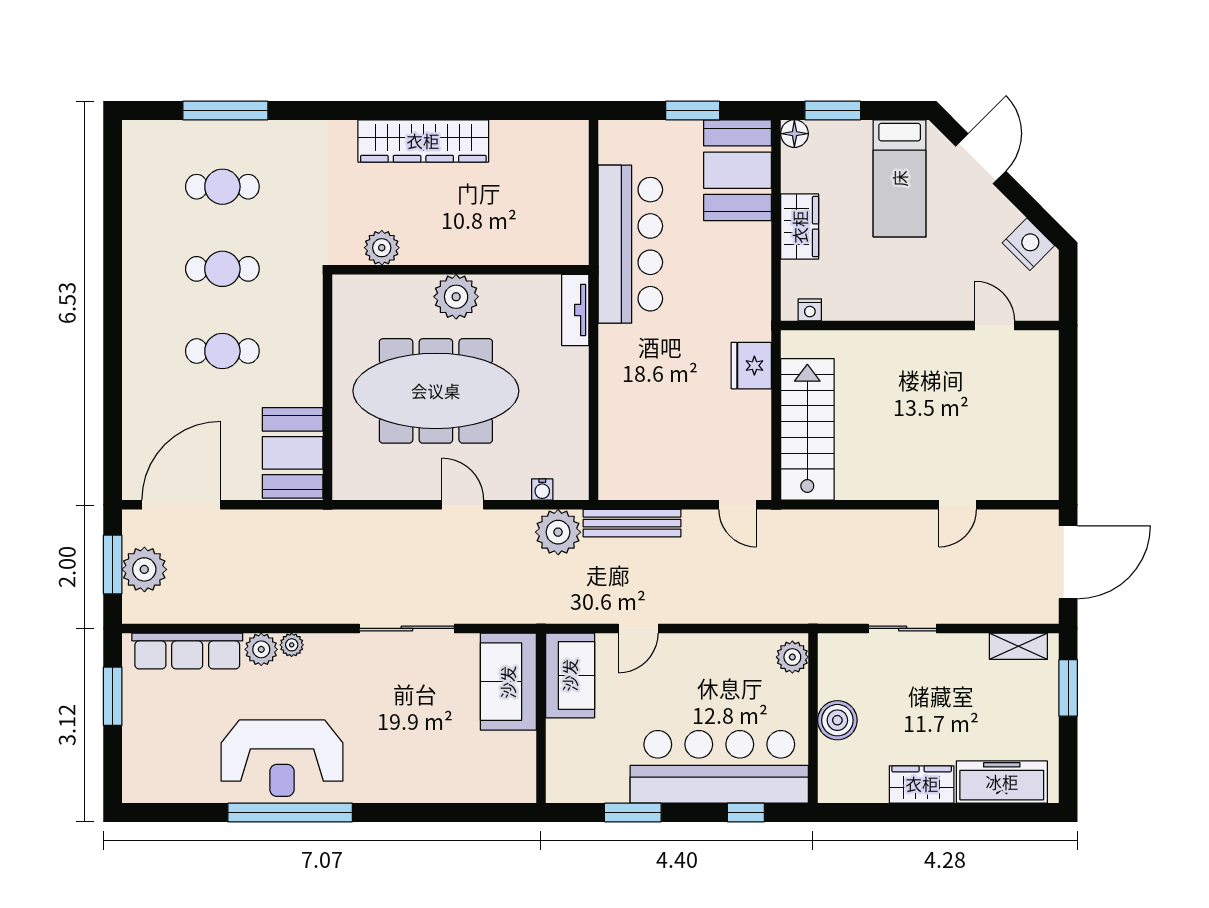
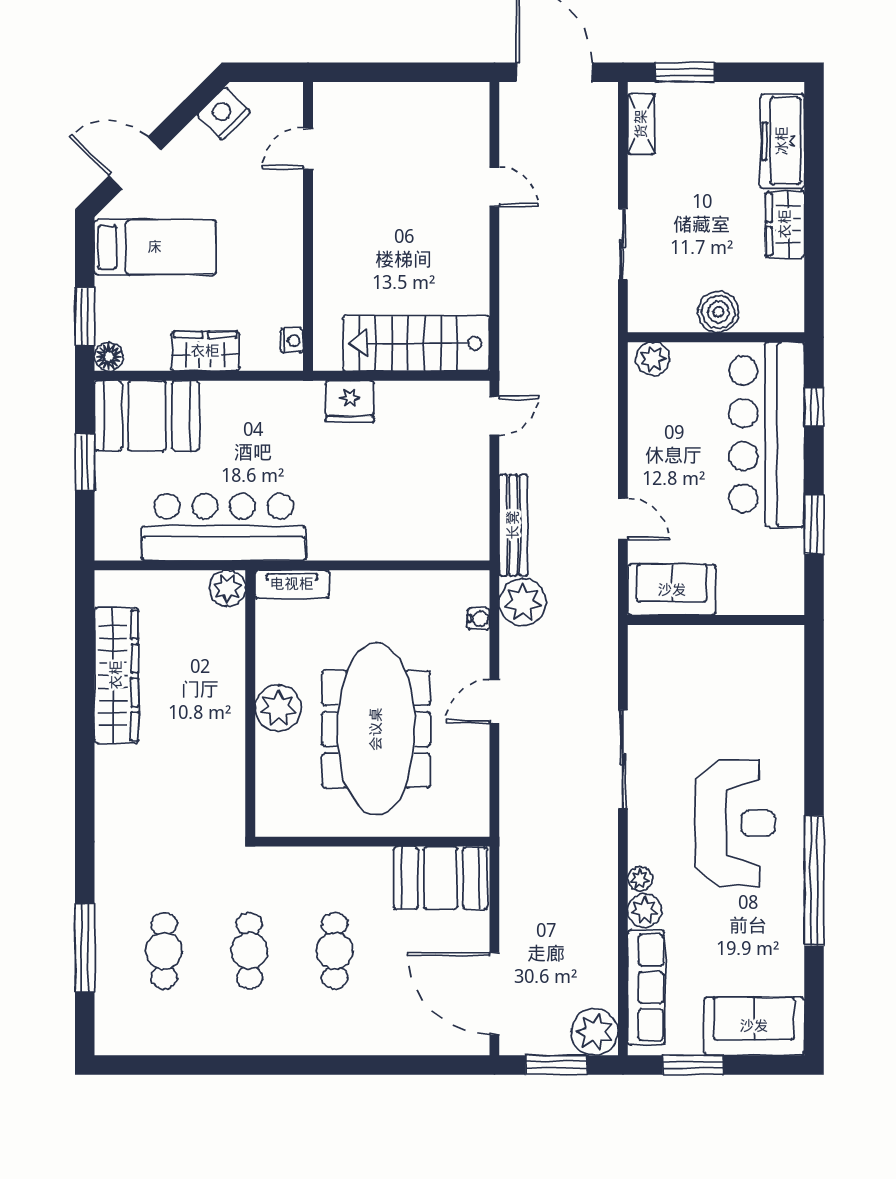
wardrobe: (423, 141) -> (116, 675), moved
plant: (382, 248) -> (227, 588), moved
plant: (144, 569) -> (595, 1032), moved
sofa: (508, 682) -> (754, 1026), moved, turned 180
reception desk: (282, 758) -> (735, 823), moved

